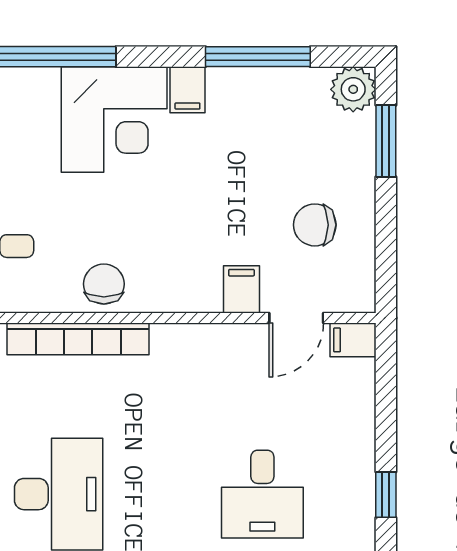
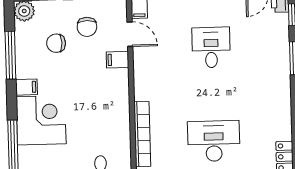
chair: (104, 284) -> (56, 43), moved
desk: (262, 494) -> (211, 47), turned -90

